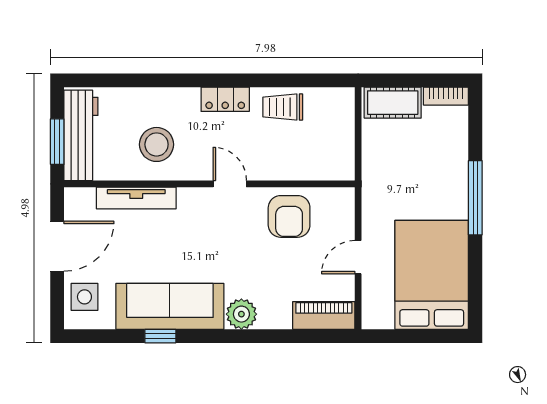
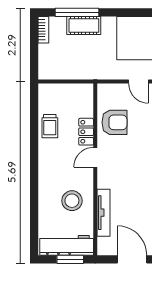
locker: (225, 99) -> (86, 132), moved, turned 180
cot: (393, 103) -> (84, 26), moved, turned 90
window: (475, 198) -> (77, 12), moved

